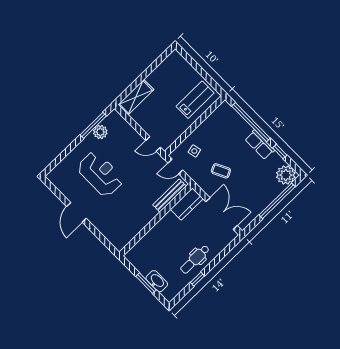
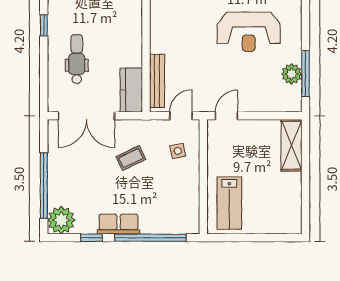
dental chair: (195, 259) -> (77, 59), moved

